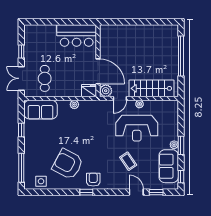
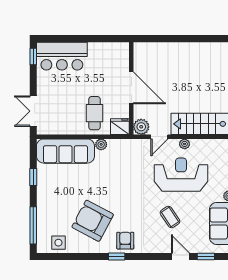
bar counter: (77, 35) -> (62, 56), moved
window: (21, 52) -> (33, 56), moved
door: (98, 71) -> (131, 88), moved
cafe table: (45, 78) -> (94, 113), moved
sofa: (41, 110) -> (65, 151), width x1.36
reception desk: (137, 128) -> (181, 175), turned 180

